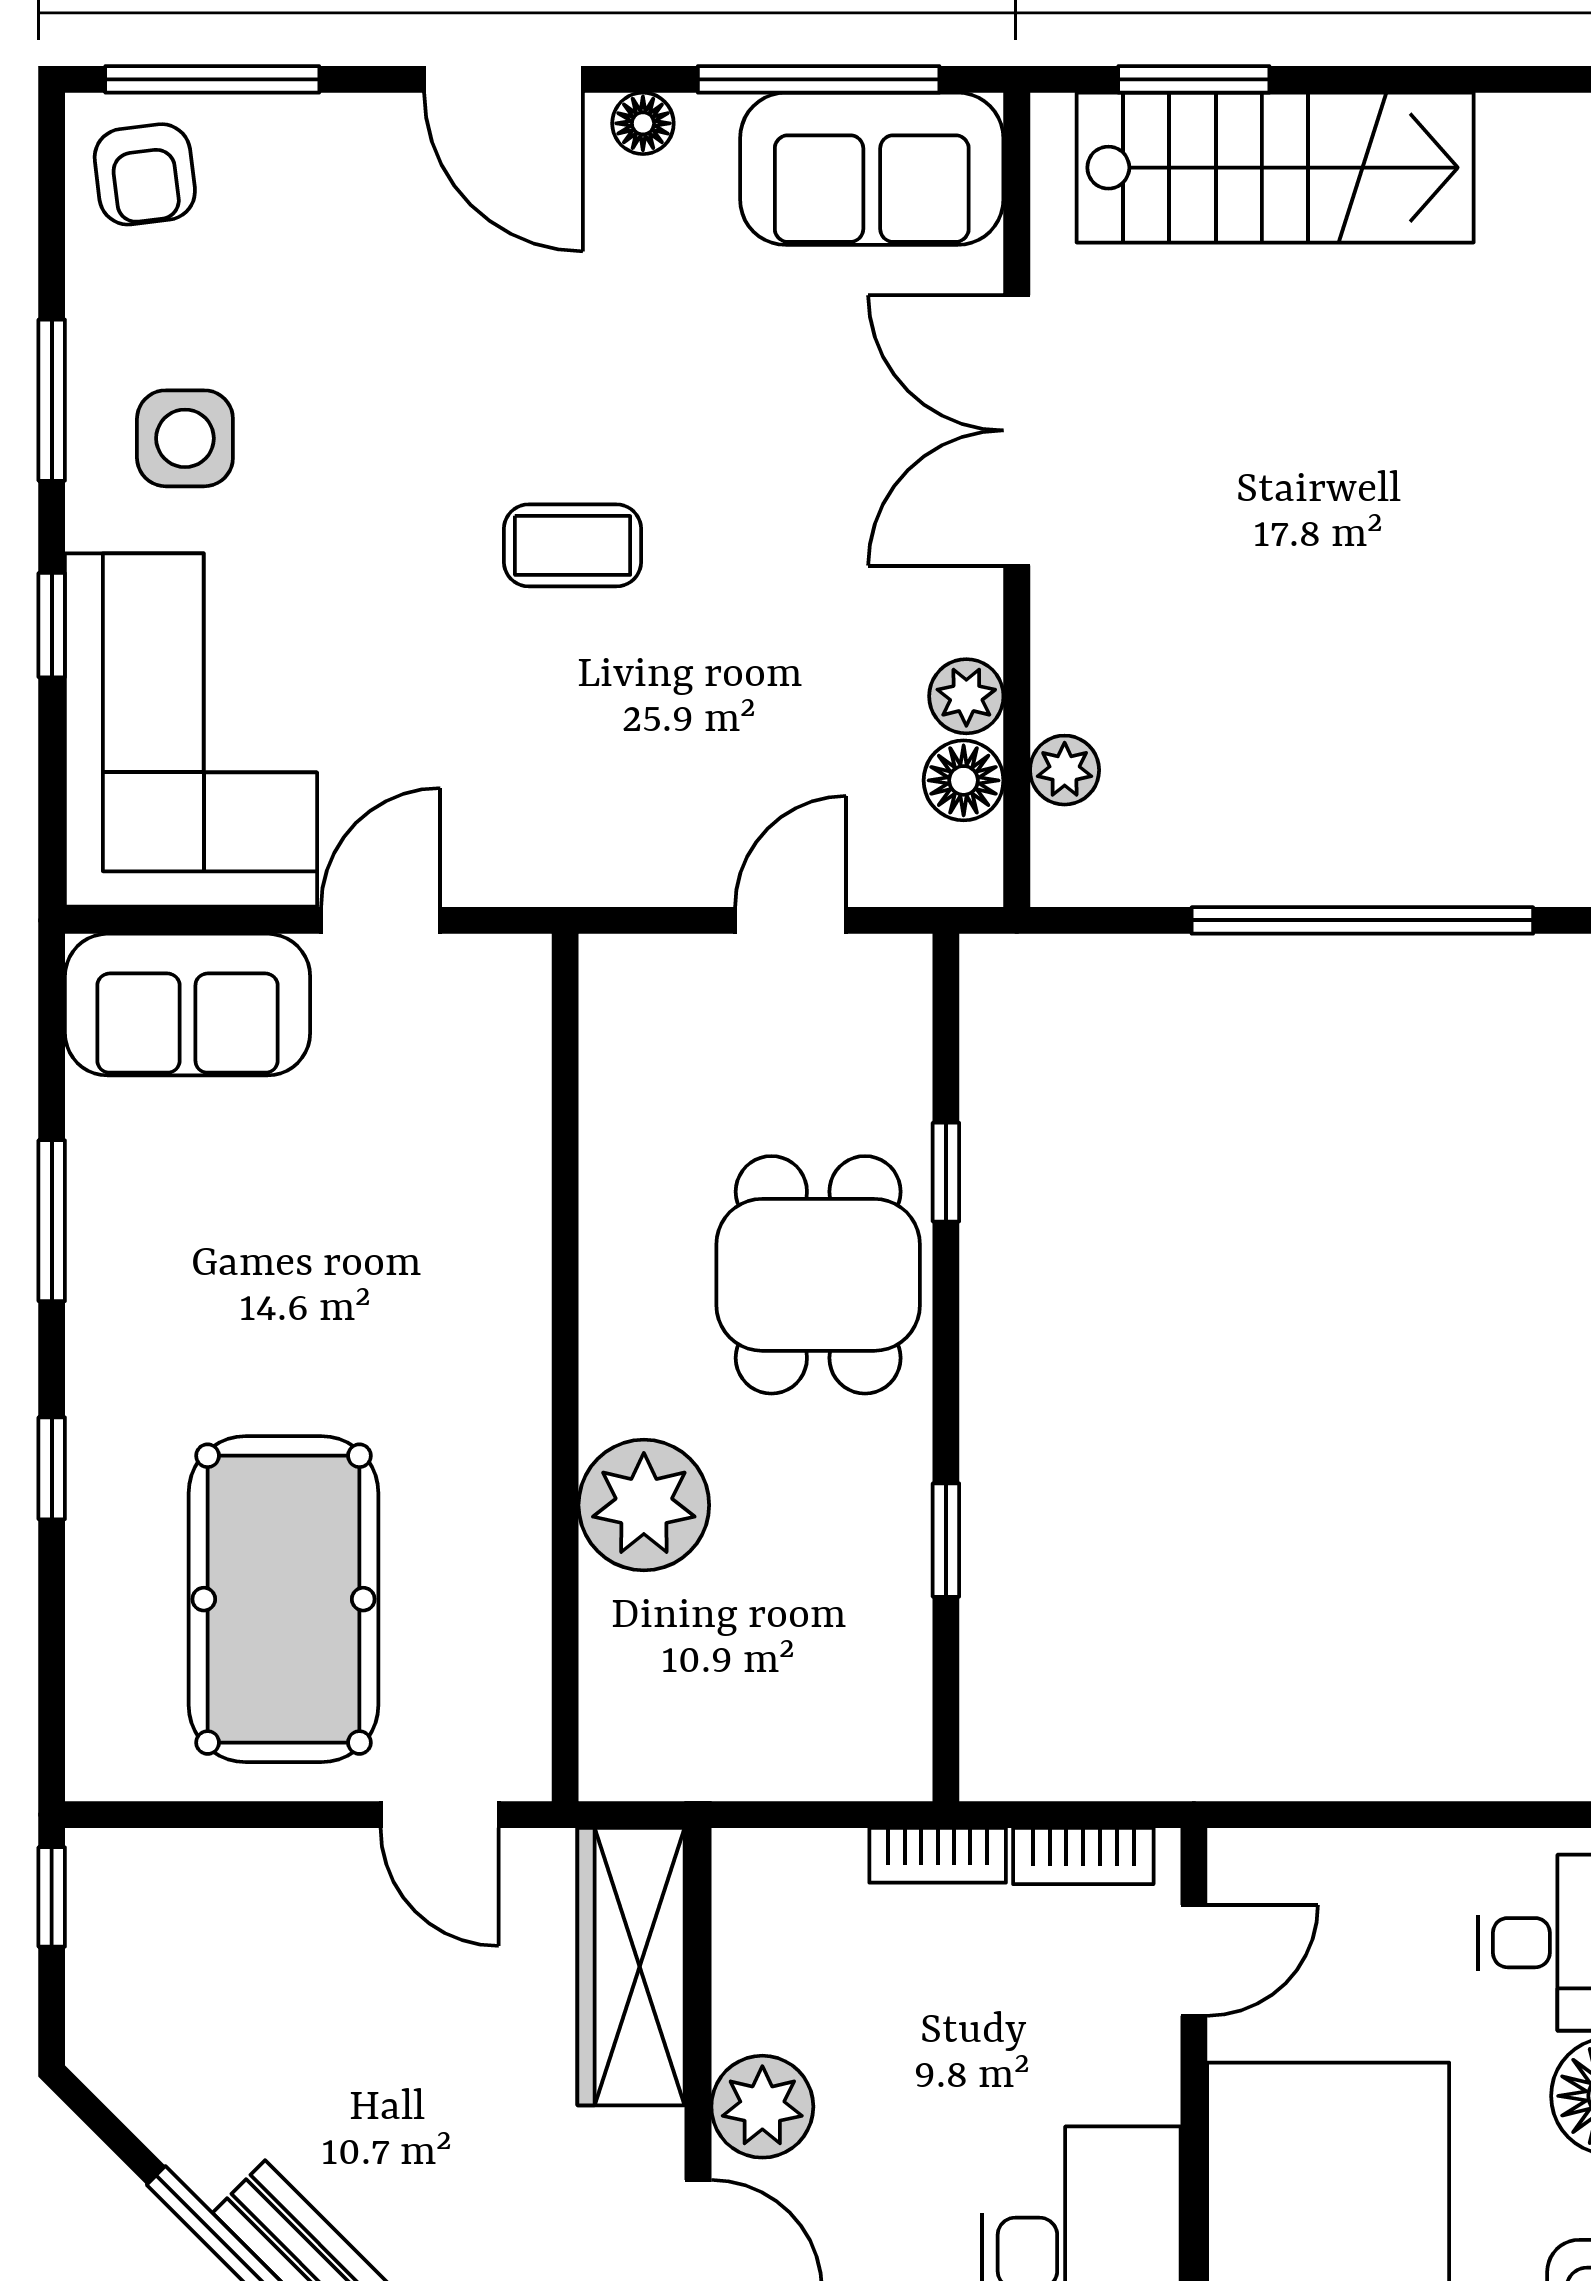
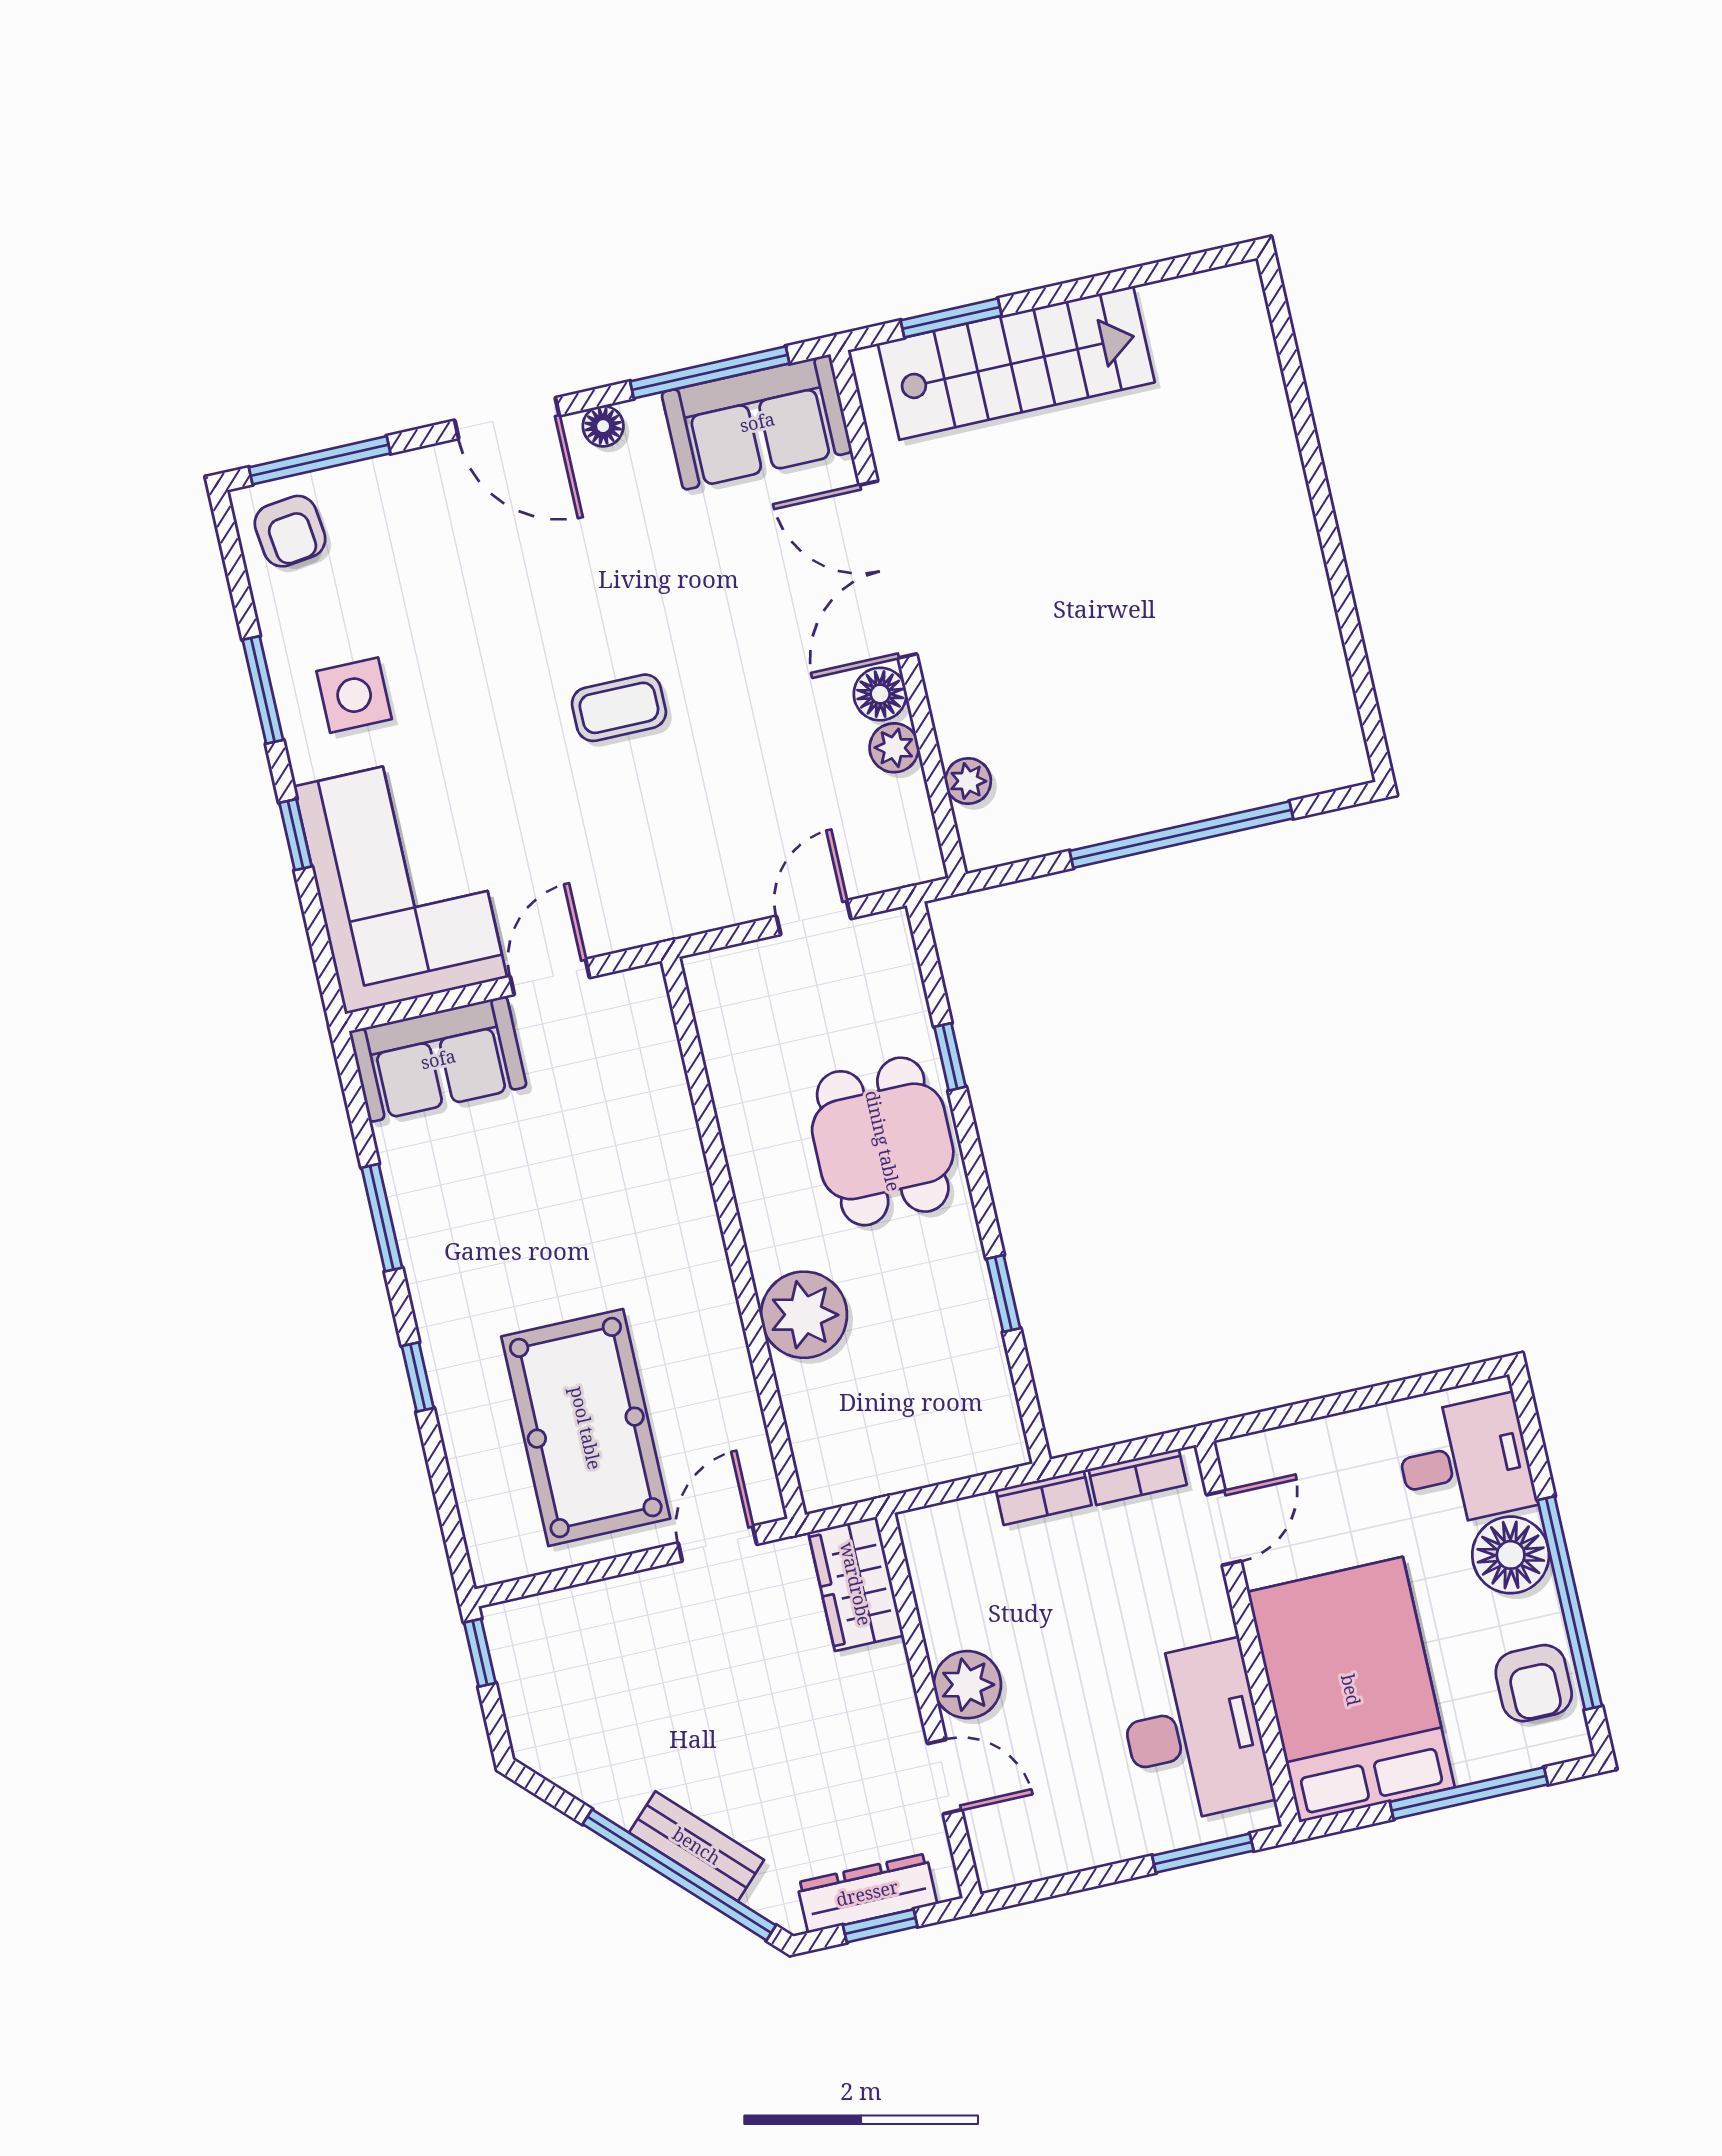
floor lamp: (964, 780) -> (880, 694), moved
door: (440, 1815) -> (717, 1544), swing flipped
wardrobe: (631, 1967) -> (856, 1584), width x0.67

